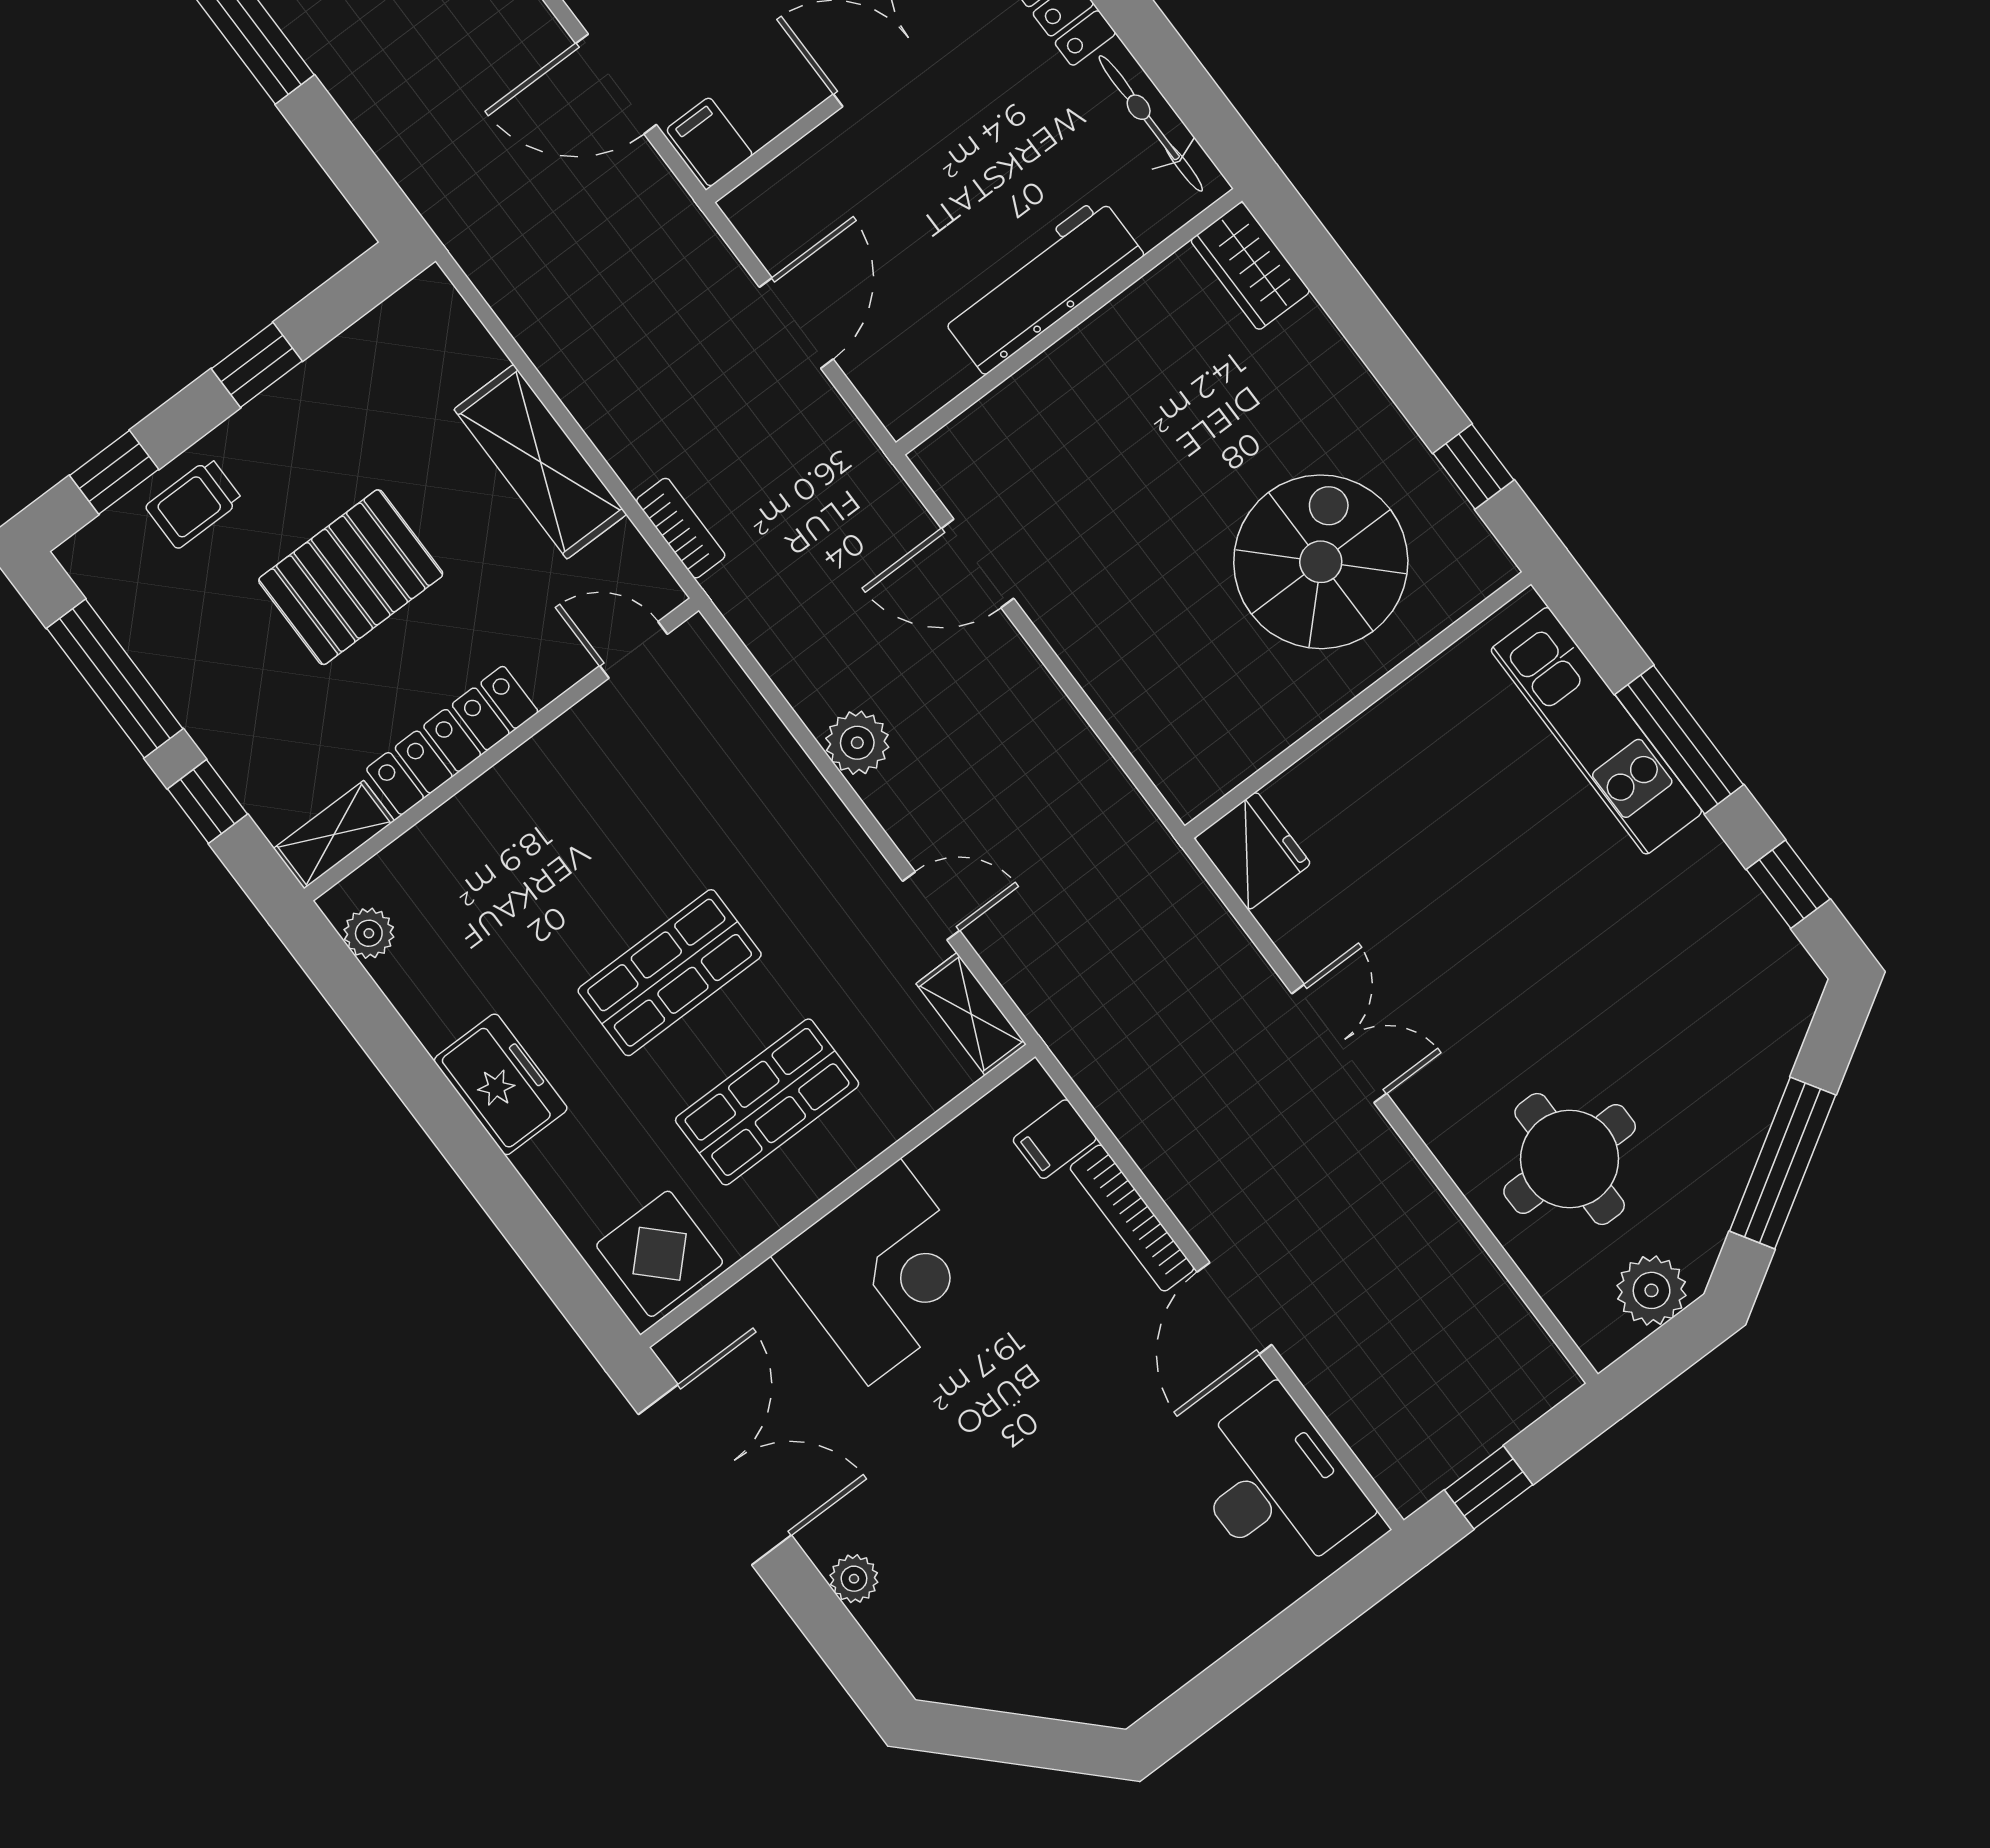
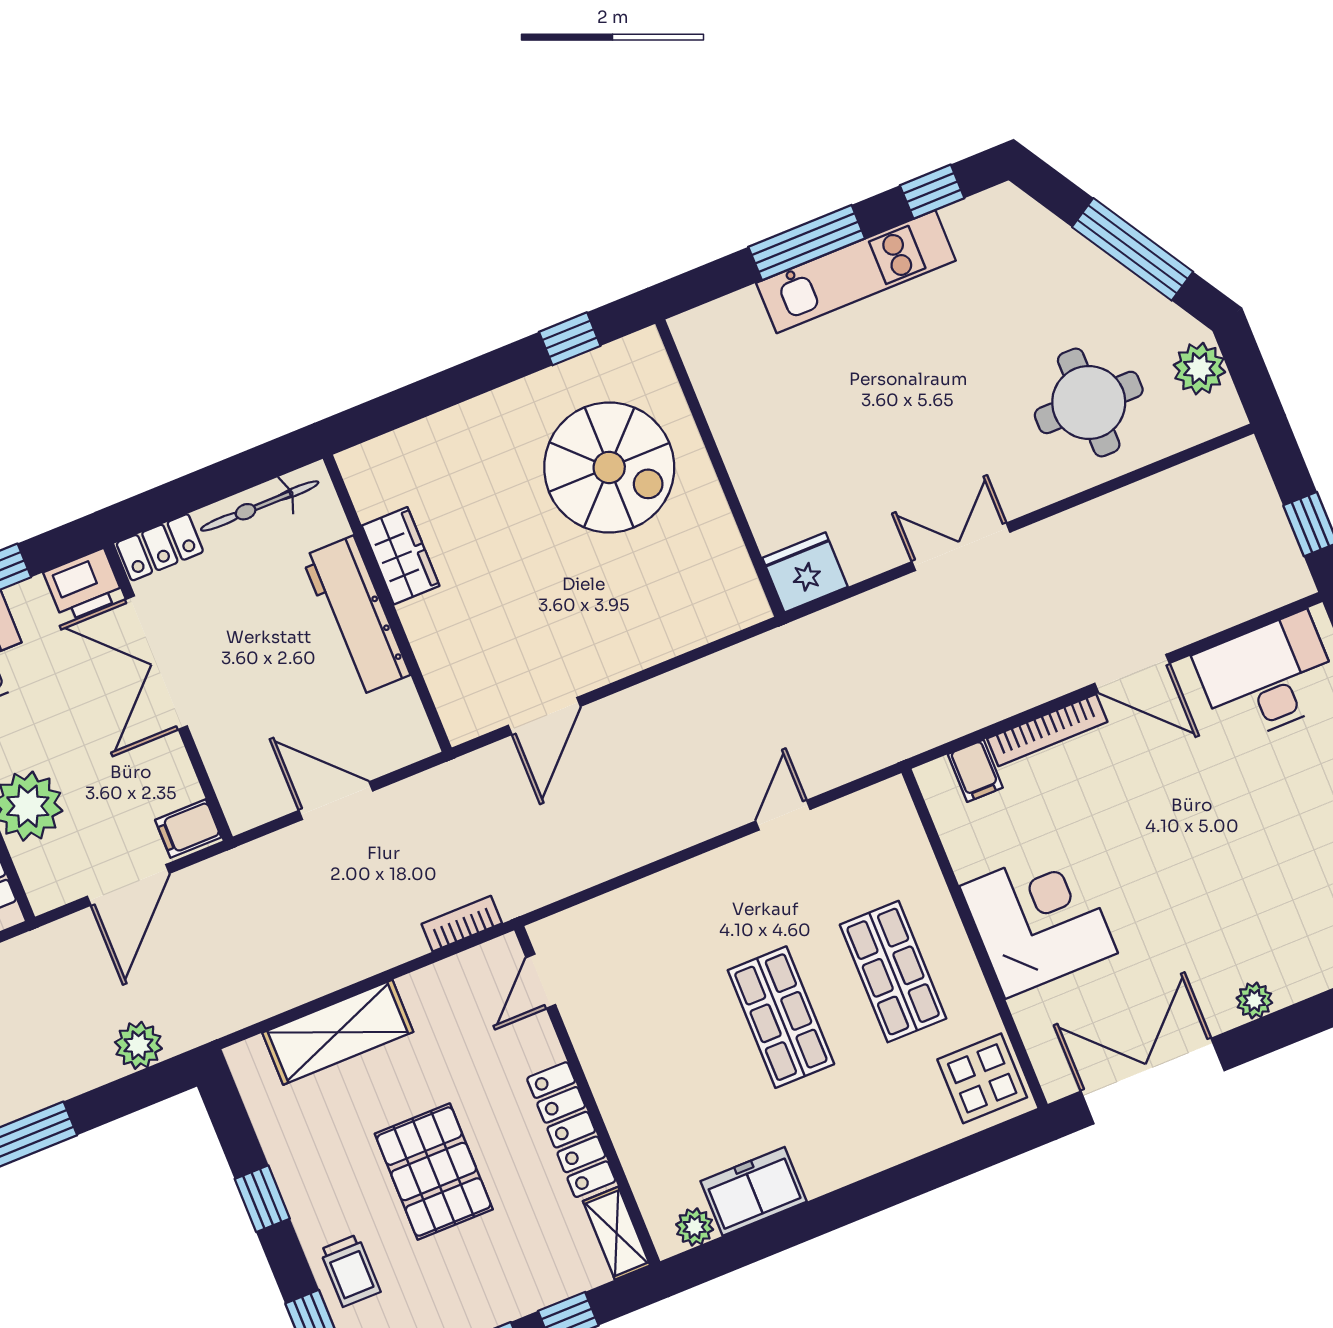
wardrobe: (1250, 266) -> (401, 556), moved, turned -90
shelving: (540, 462) -> (338, 1032), moved
spiral stairs: (1321, 562) -> (609, 467), turned 180
kitchen unit: (1596, 731) -> (856, 272), moved
plant: (857, 743) -> (138, 1045), moved
shelving: (971, 1014) -> (869, 807), removed
freezer: (501, 1084) -> (754, 1191), moved

